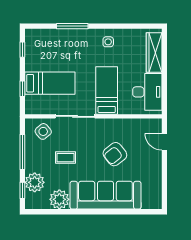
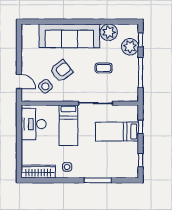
wardrobe: (154, 52) -> (38, 172), moved, turned -90
side table: (43, 131) -> (45, 86), moved

